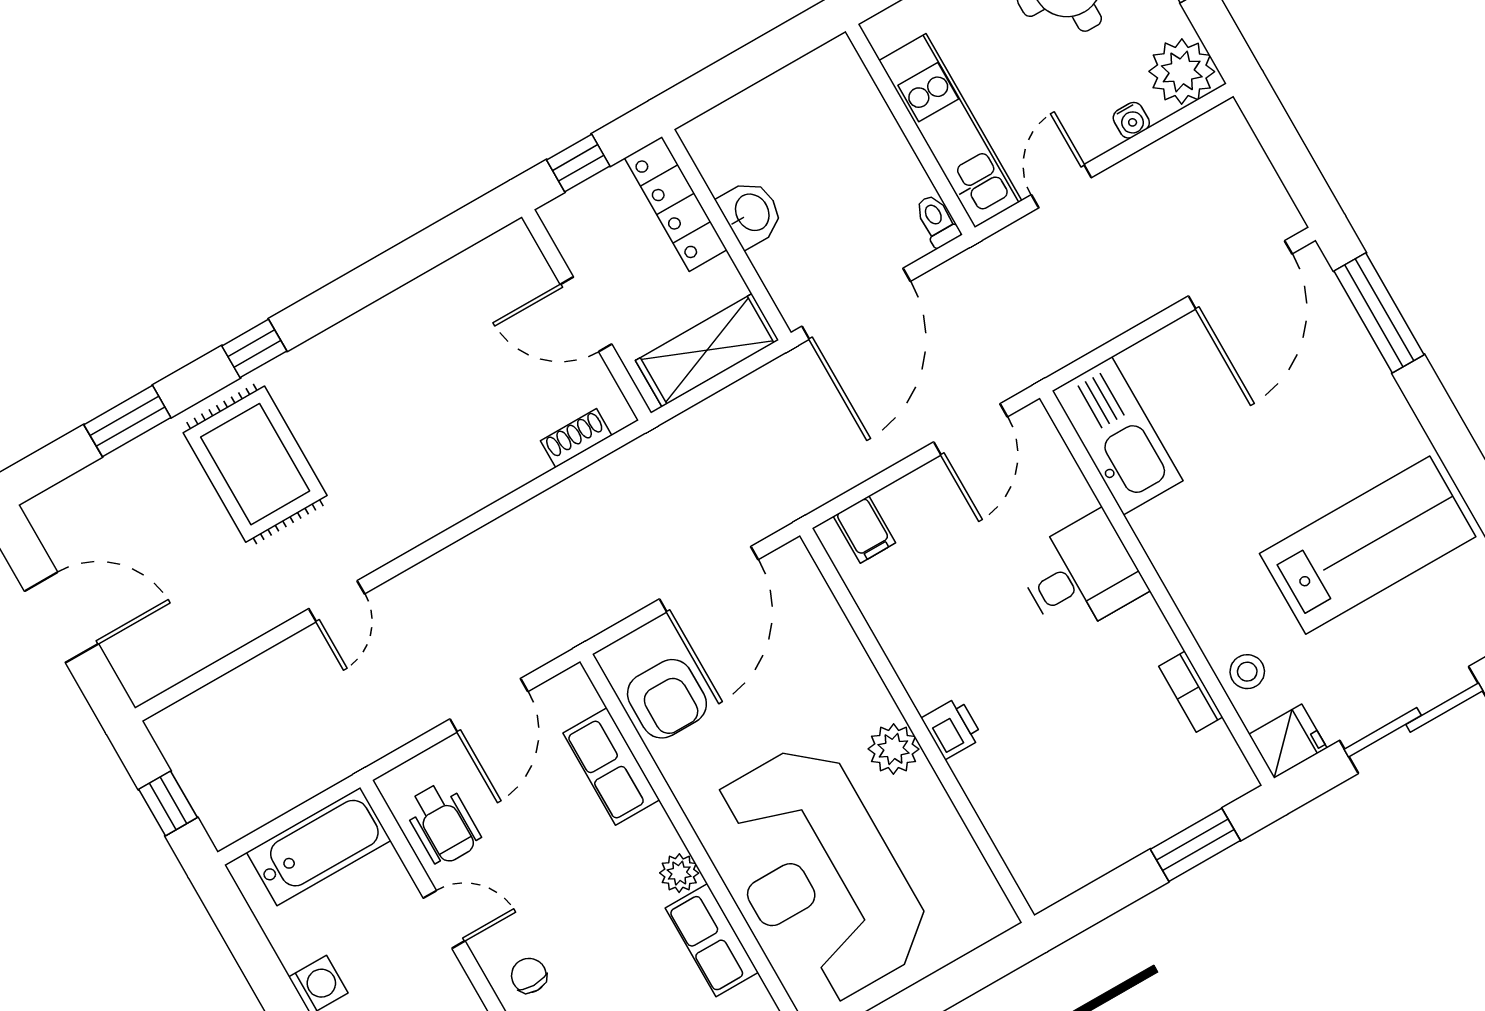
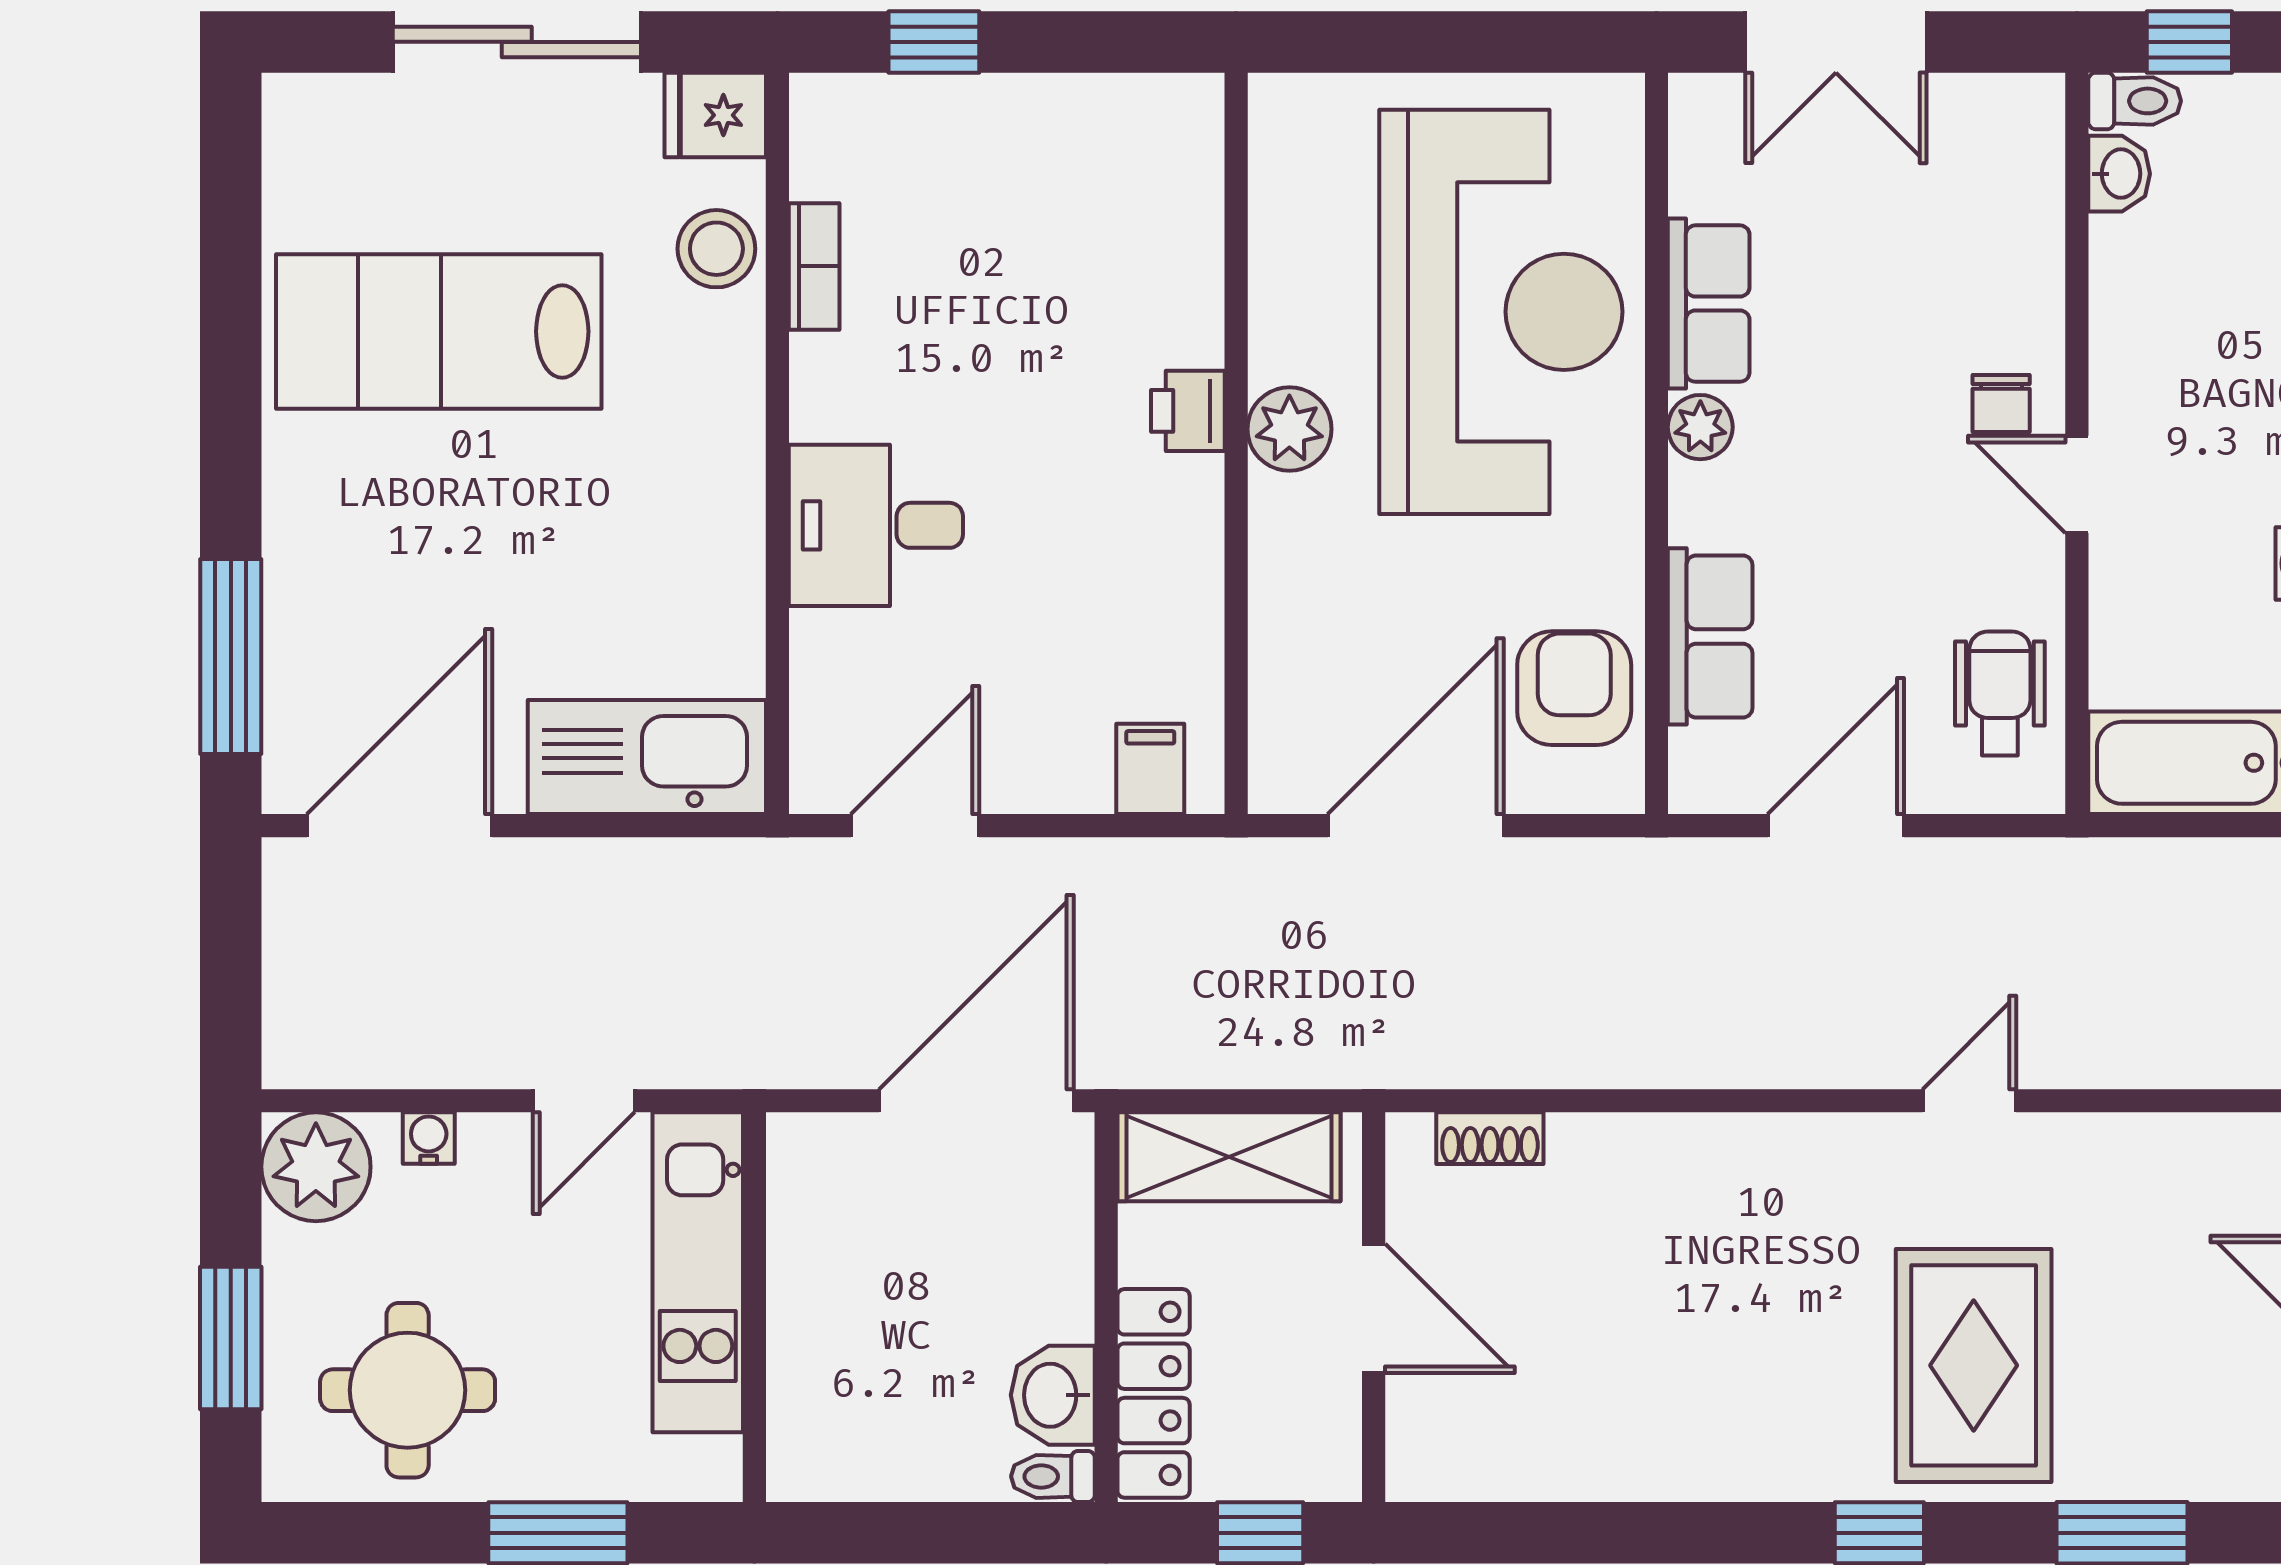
washbasin: (751, 213) -> (1053, 1395), moved
toilet: (937, 221) -> (1053, 1476), moved, turned 90
kitchen sink: (1117, 436) -> (647, 757), moved, turned 90
stool: (1247, 672) -> (716, 249), width x1.37, depth x1.37
window: (1195, 845) -> (934, 42), width x0.67
door: (444, 919) -> (2077, 484), moved

